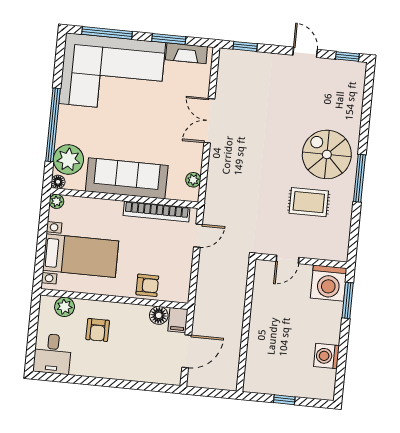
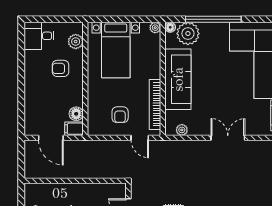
armchair: (147, 285) -> (120, 115), moved

